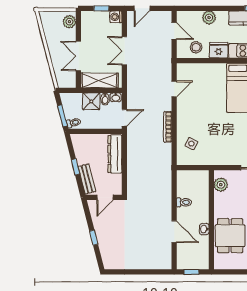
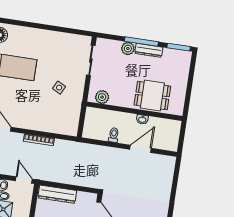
side table: (191, 144) -> (59, 88), moved
window: (192, 272) -> (182, 138), removed

